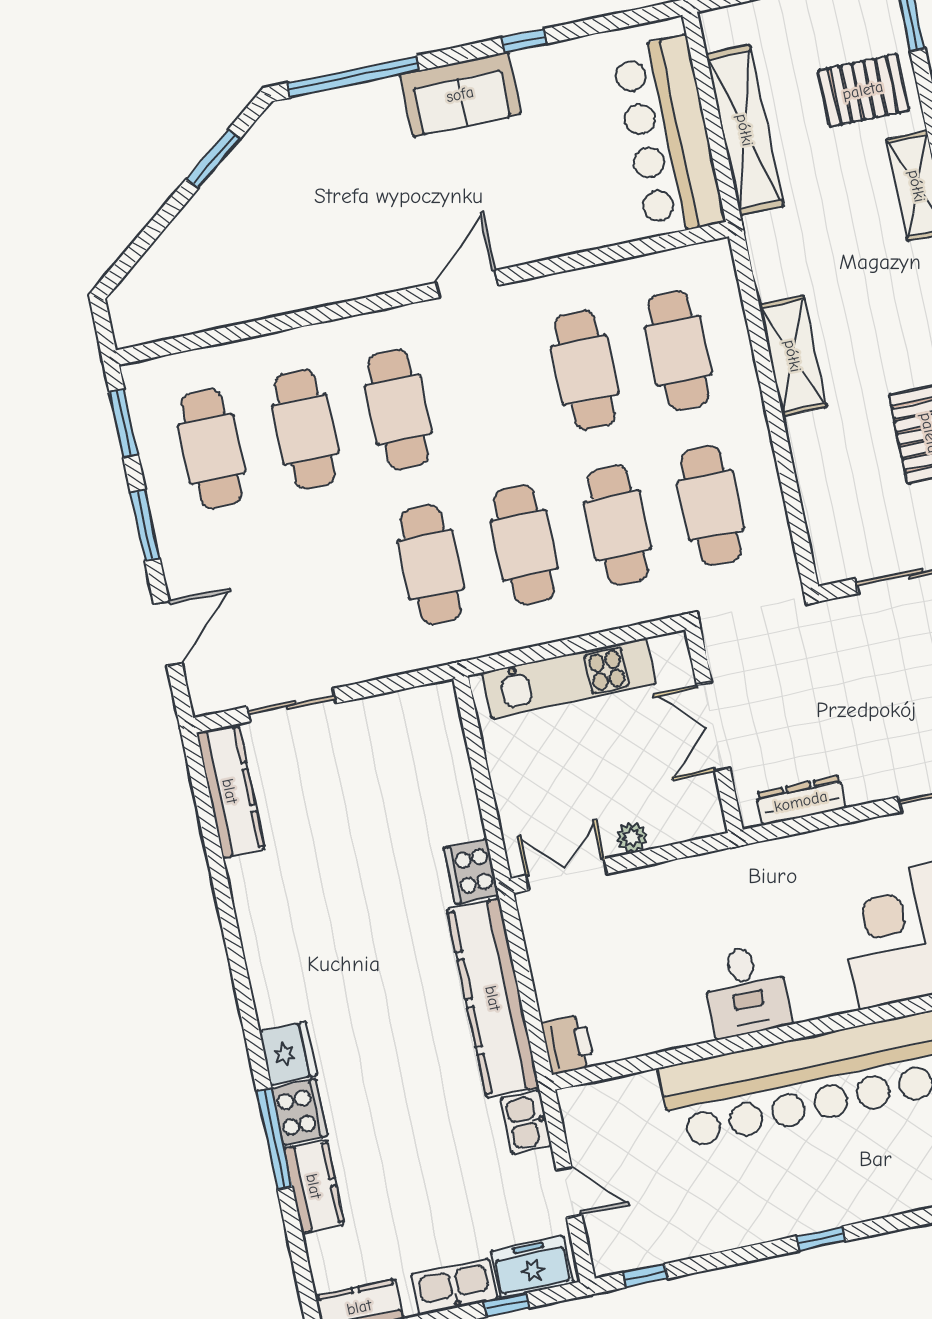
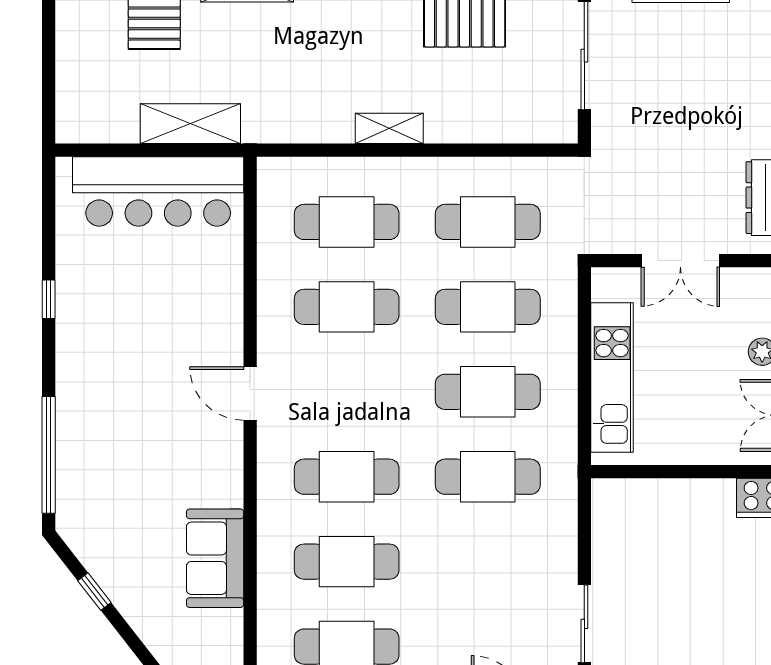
sofa: (460, 94) -> (215, 558), moved, turned 180
shelving: (745, 130) -> (190, 124), width x0.68
window: (213, 159) -> (94, 592), width x0.67
shelving: (793, 356) -> (389, 128), width x0.67, depth x0.75

